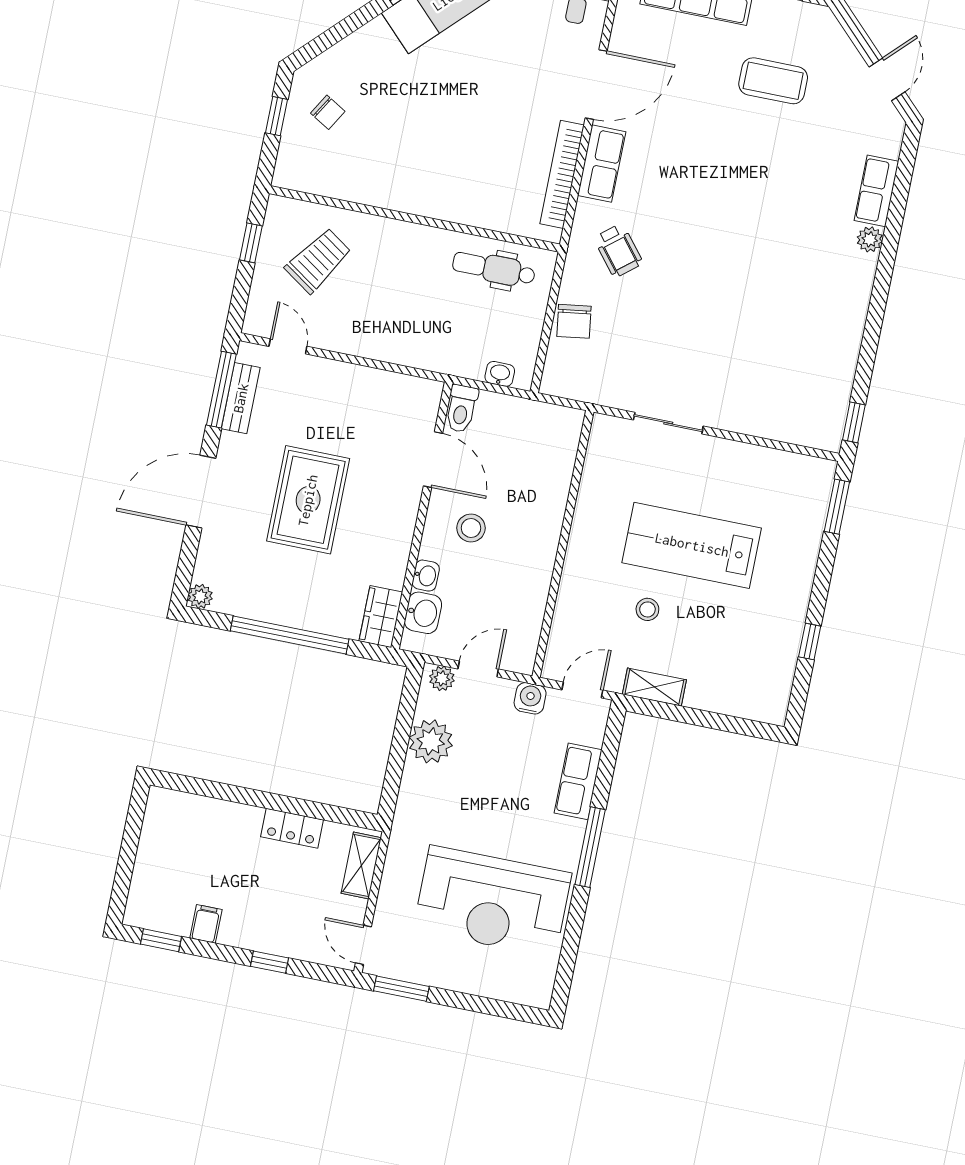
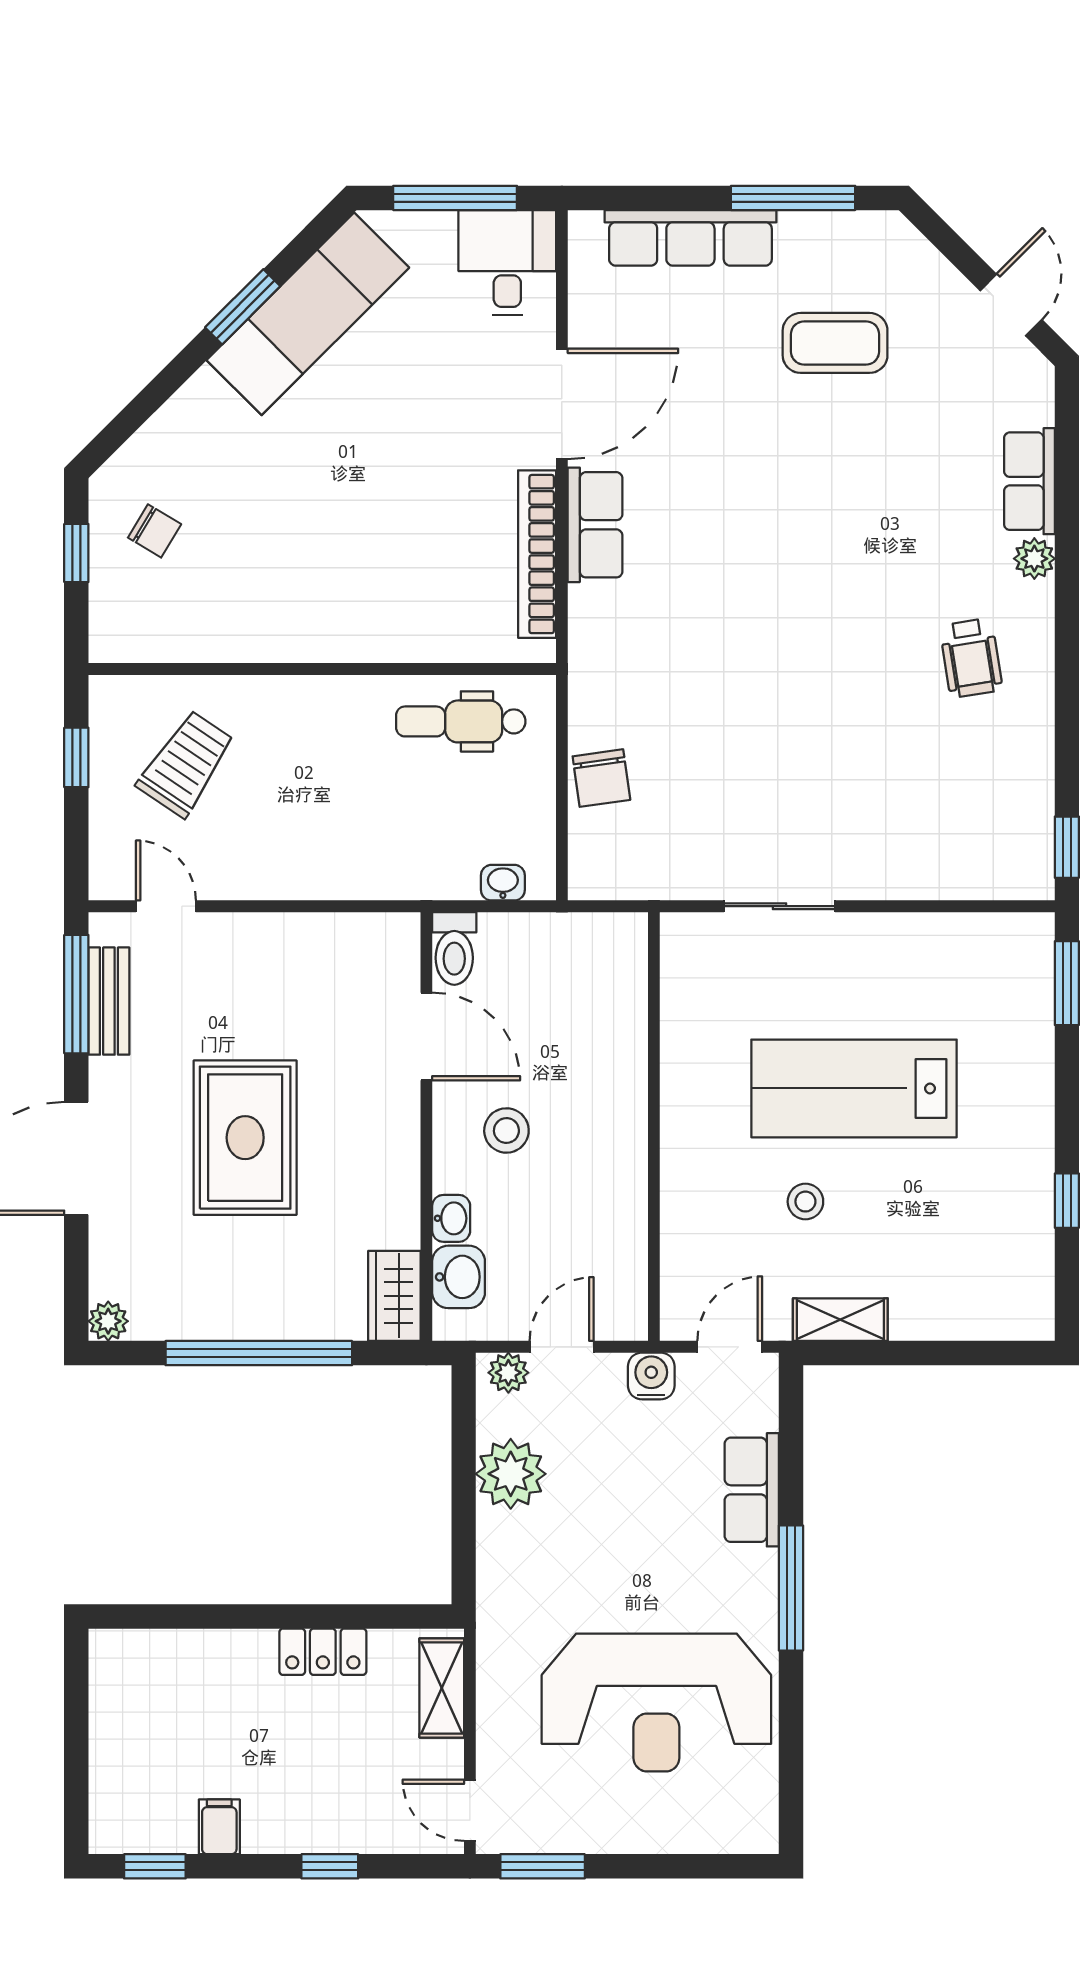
wheelchair: (618, 250) -> (971, 658), moved, turned 30

